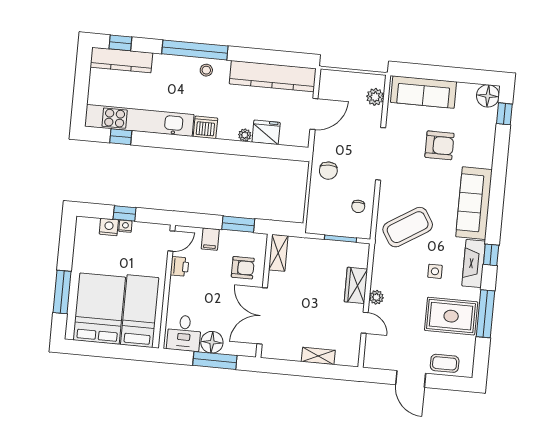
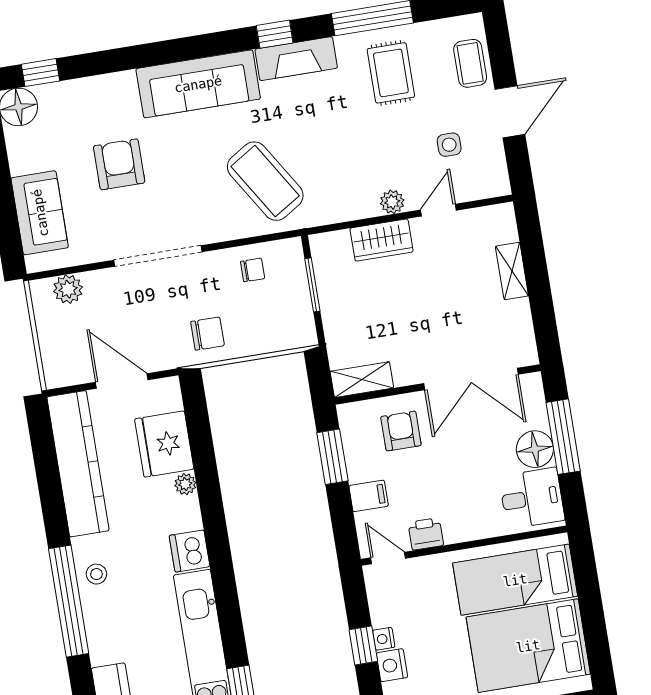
sofa: (424, 92) -> (40, 213), width x0.73
fridge: (266, 132) -> (164, 444), width x1.36, depth x1.34
side table: (435, 271) -> (449, 145), moved
rug: (451, 316) -> (391, 73), width x0.73, depth x0.70

